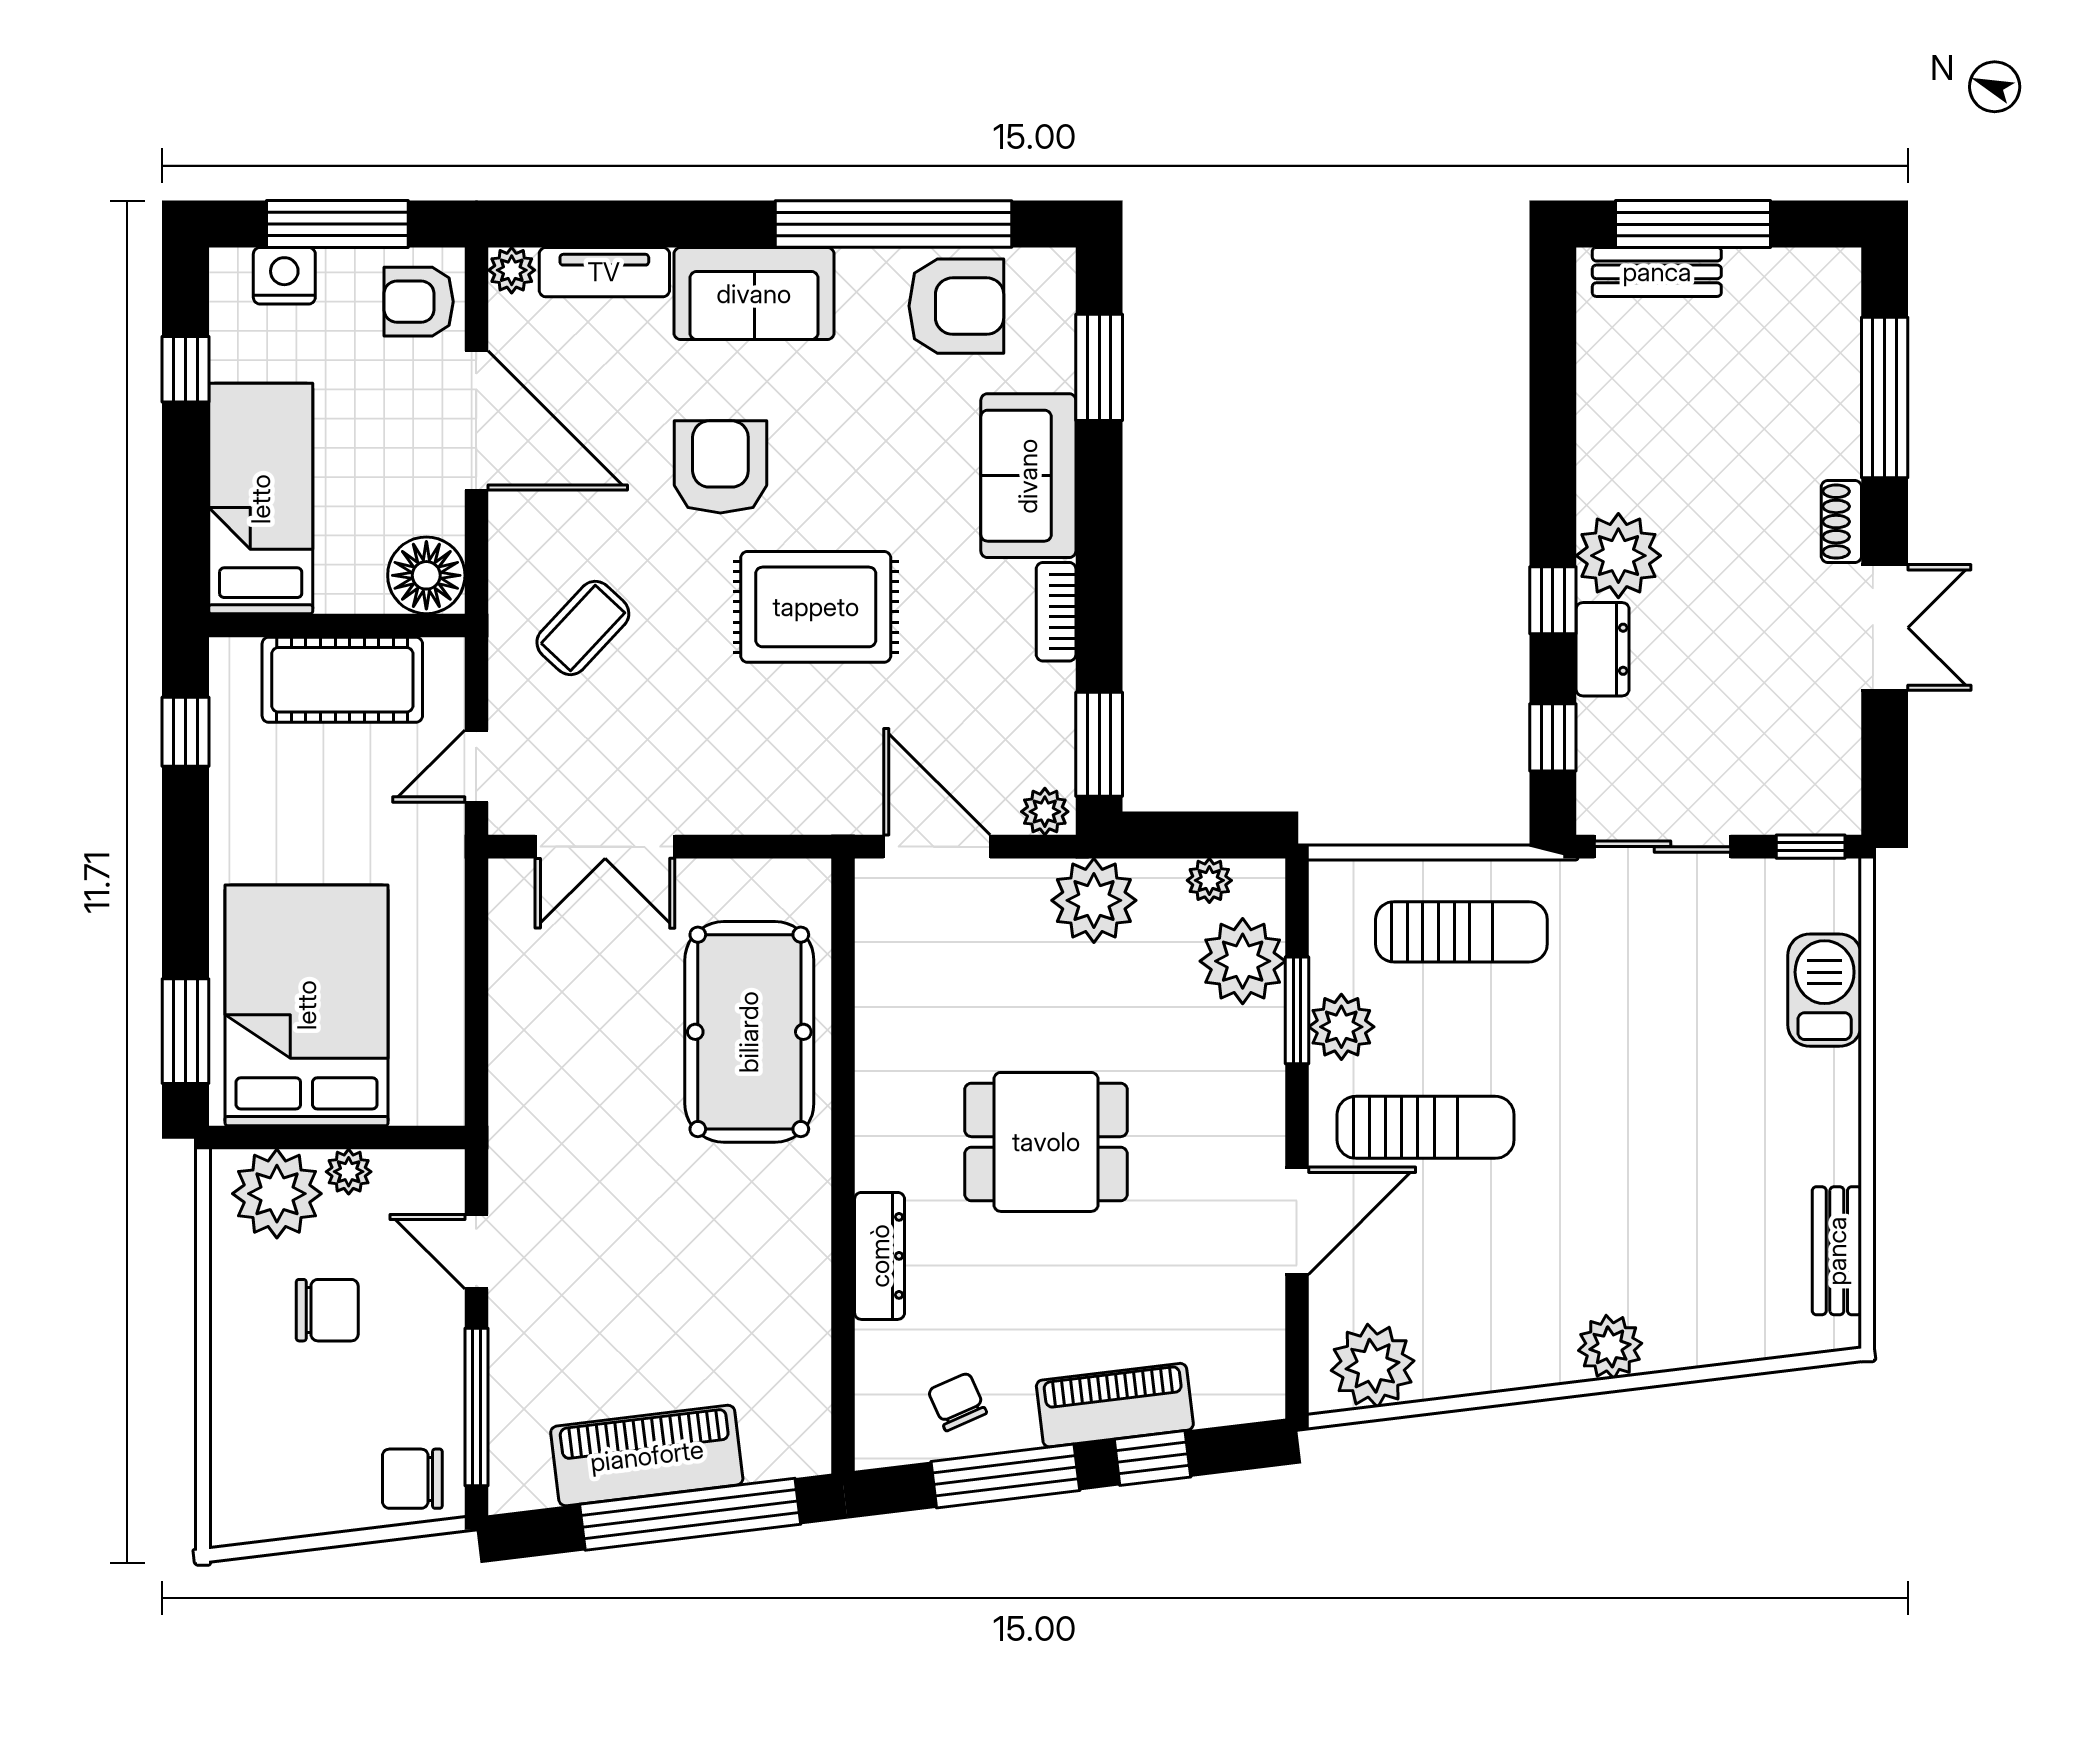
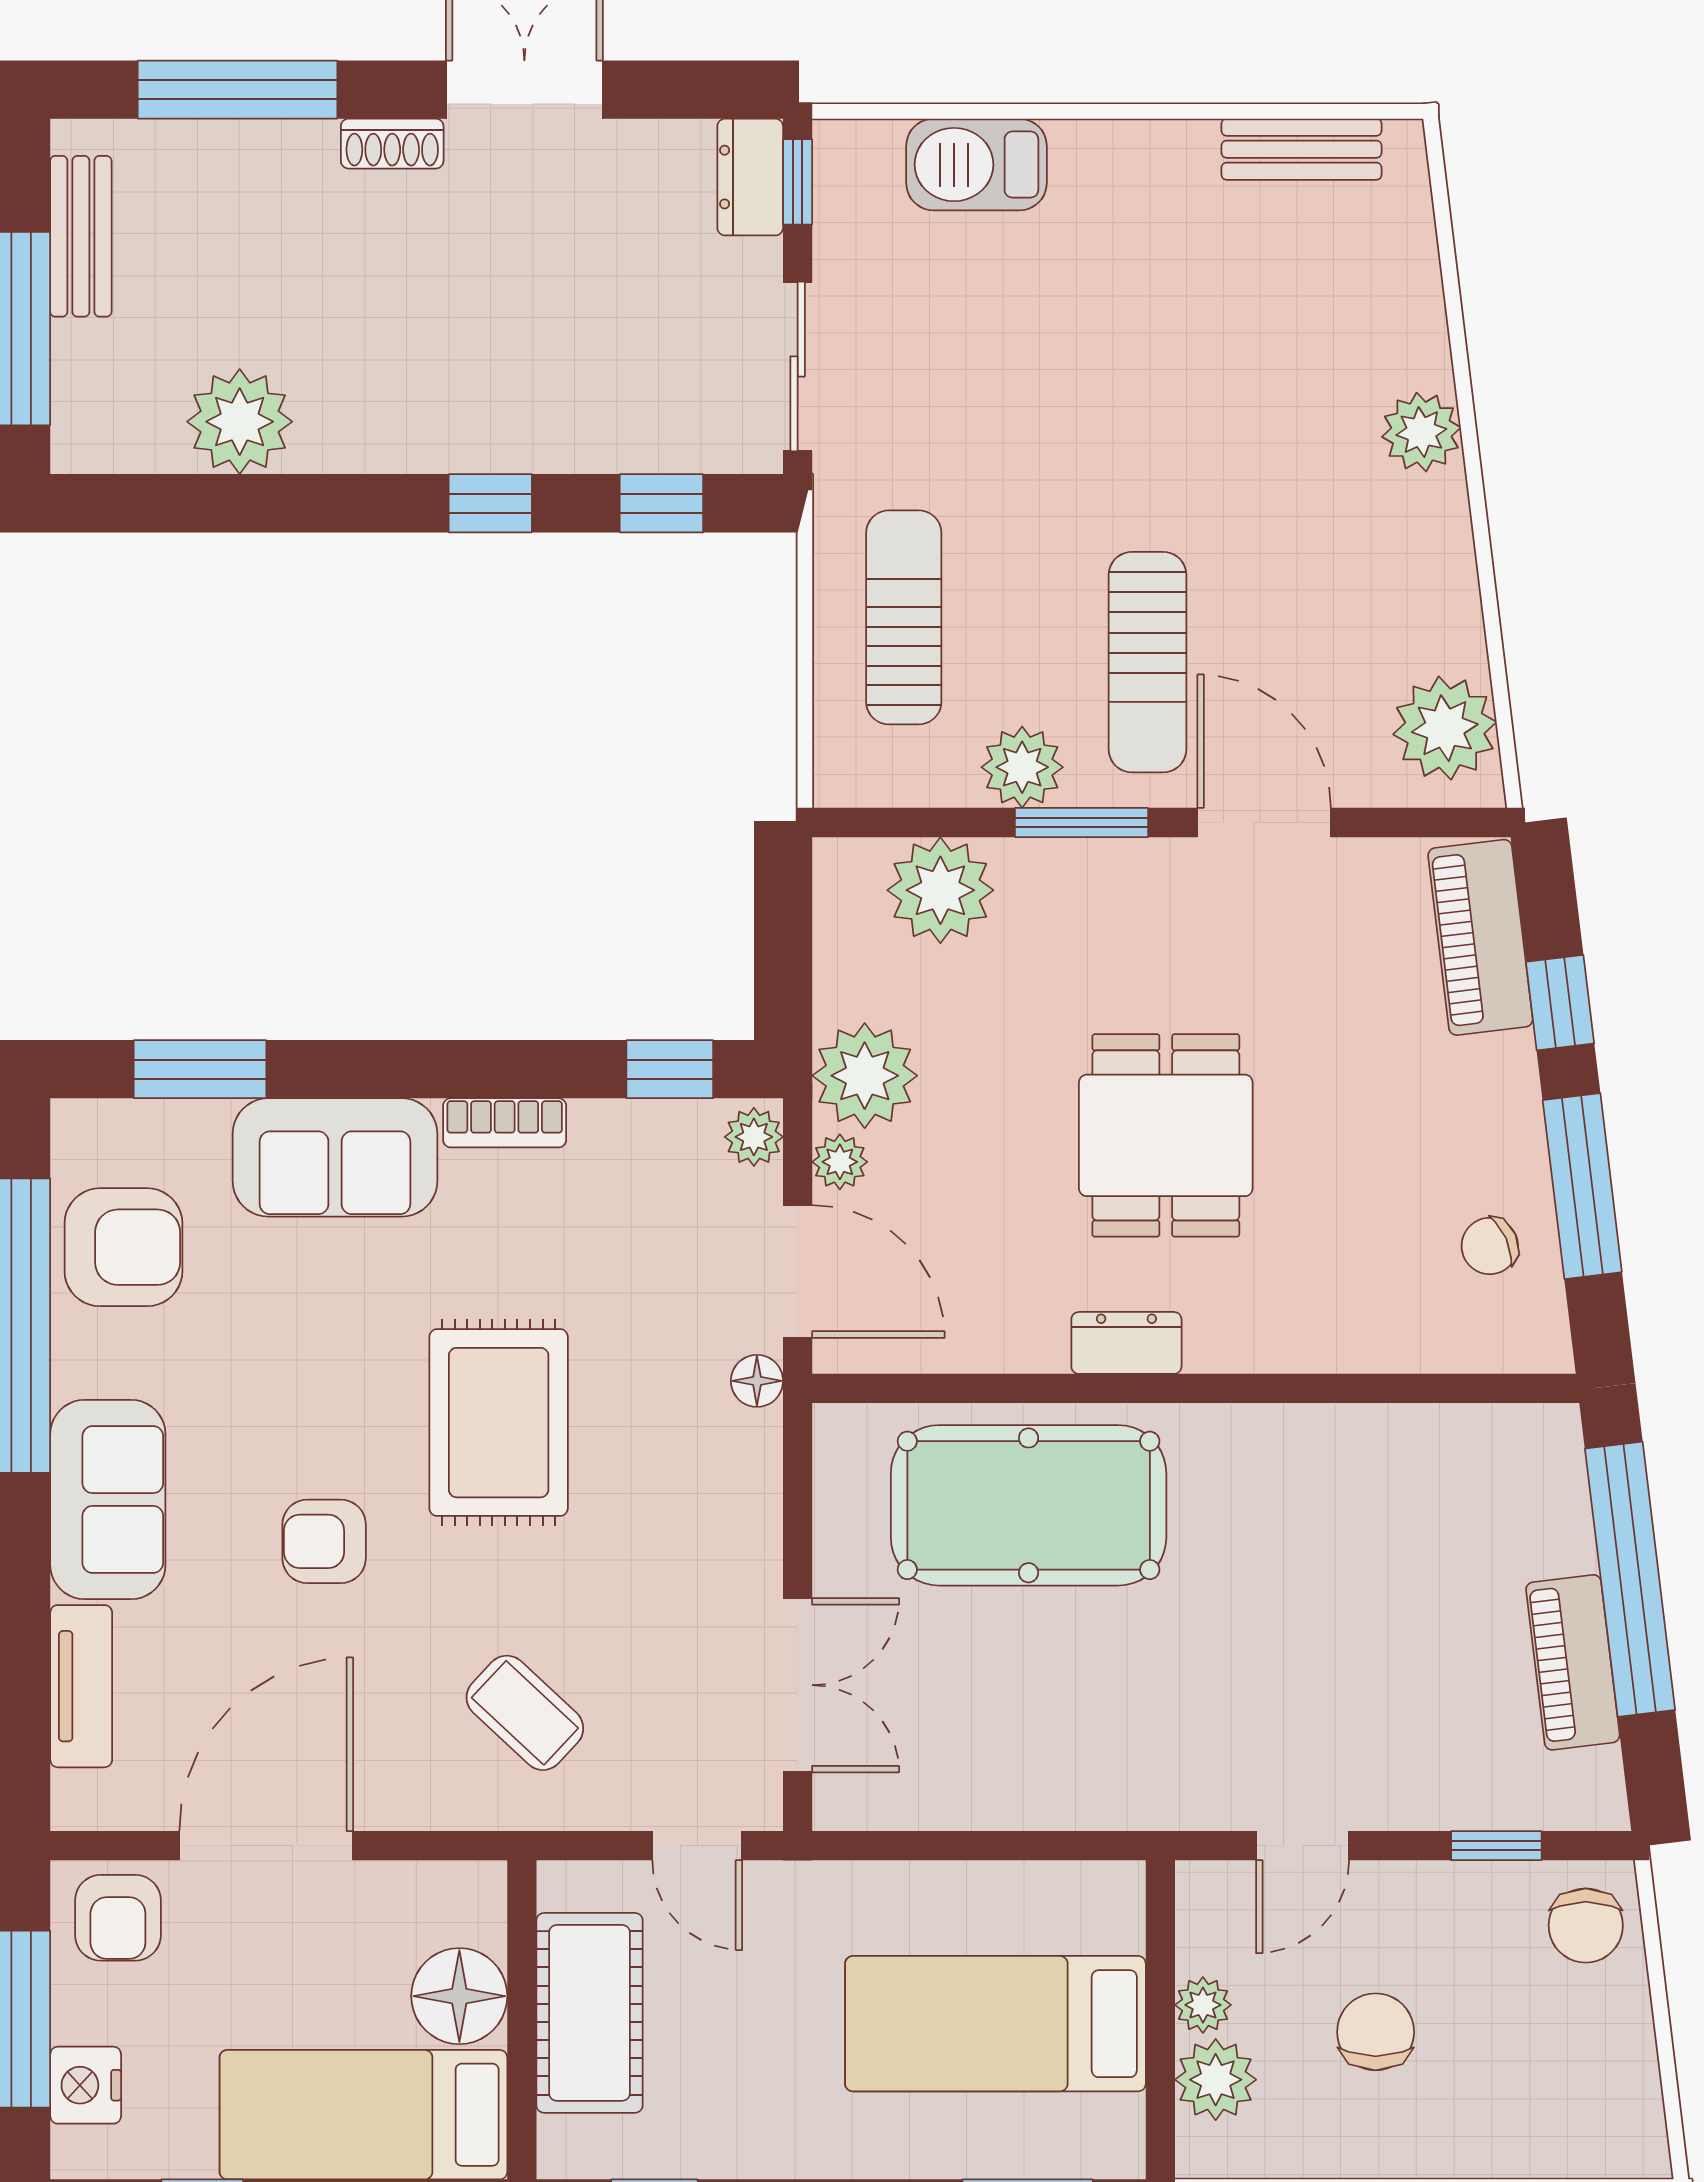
plant: (512, 270) -> (79, 1802), removed
bench: (1657, 272) -> (81, 236), moved
armchair: (956, 306) -> (123, 1247), turned 90
armchair: (720, 467) -> (324, 1541), width x0.72, depth x0.72
plant: (1618, 556) -> (240, 422), moved
floor lamp: (426, 575) -> (459, 1996), moved
dresser: (1603, 649) -> (750, 177), moved, turned -90
window: (1099, 744) -> (670, 1069), width x0.67
floor lamp: (849, 814) -> (757, 1381), added
door: (937, 847) -> (798, 1271), swing flipped
plant: (1209, 880) -> (840, 1162), moved
bed: (307, 1005) -> (995, 2024), width x0.67
window: (1297, 1010) -> (1081, 823), moved
sun lounger: (1426, 1127) -> (1148, 662), turned 180
plant: (277, 1194) -> (1216, 2080), width x0.73, depth x0.73
dresser: (880, 1256) -> (1126, 1343), moved, width x0.70
piano: (1115, 1405) -> (1480, 937), moved
window: (476, 1407) -> (1496, 1846), width x0.46
piano: (647, 1456) -> (1573, 1662), width x0.73, depth x0.75

